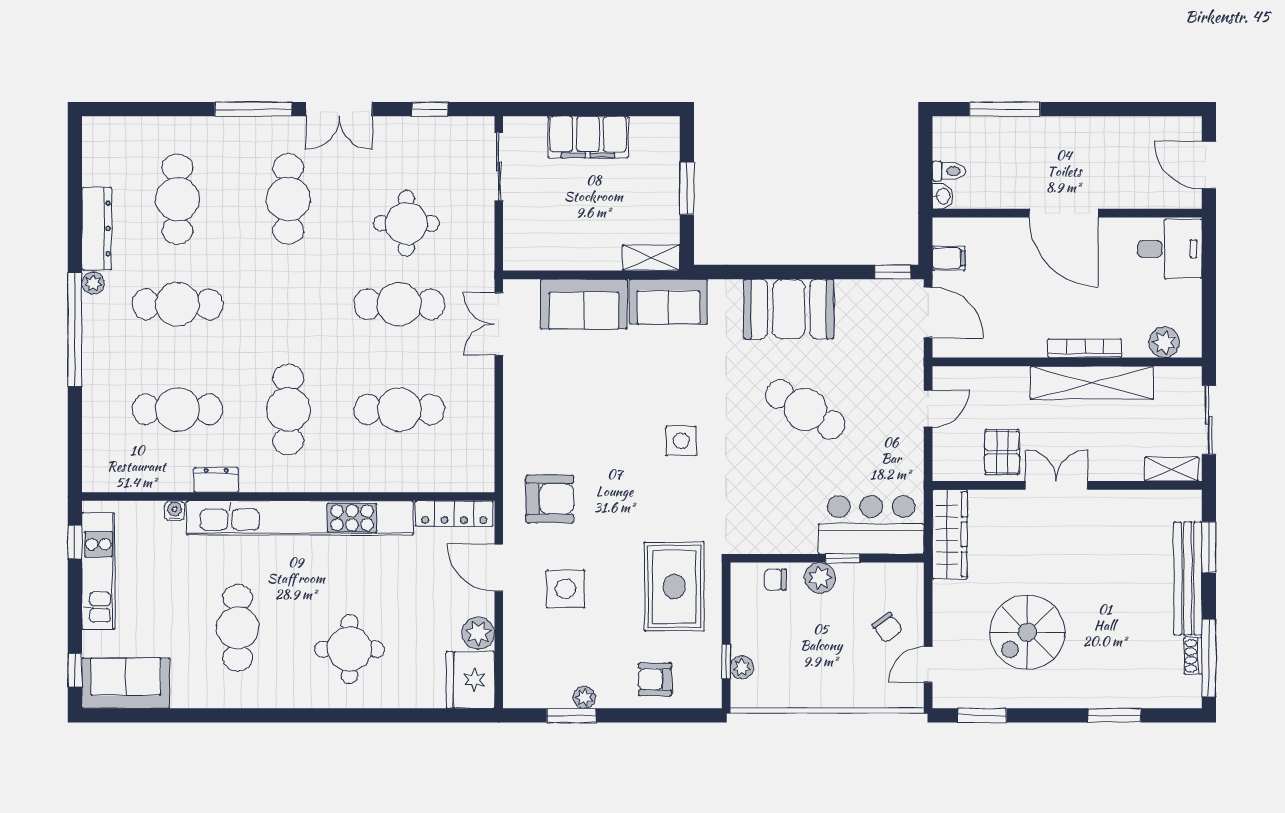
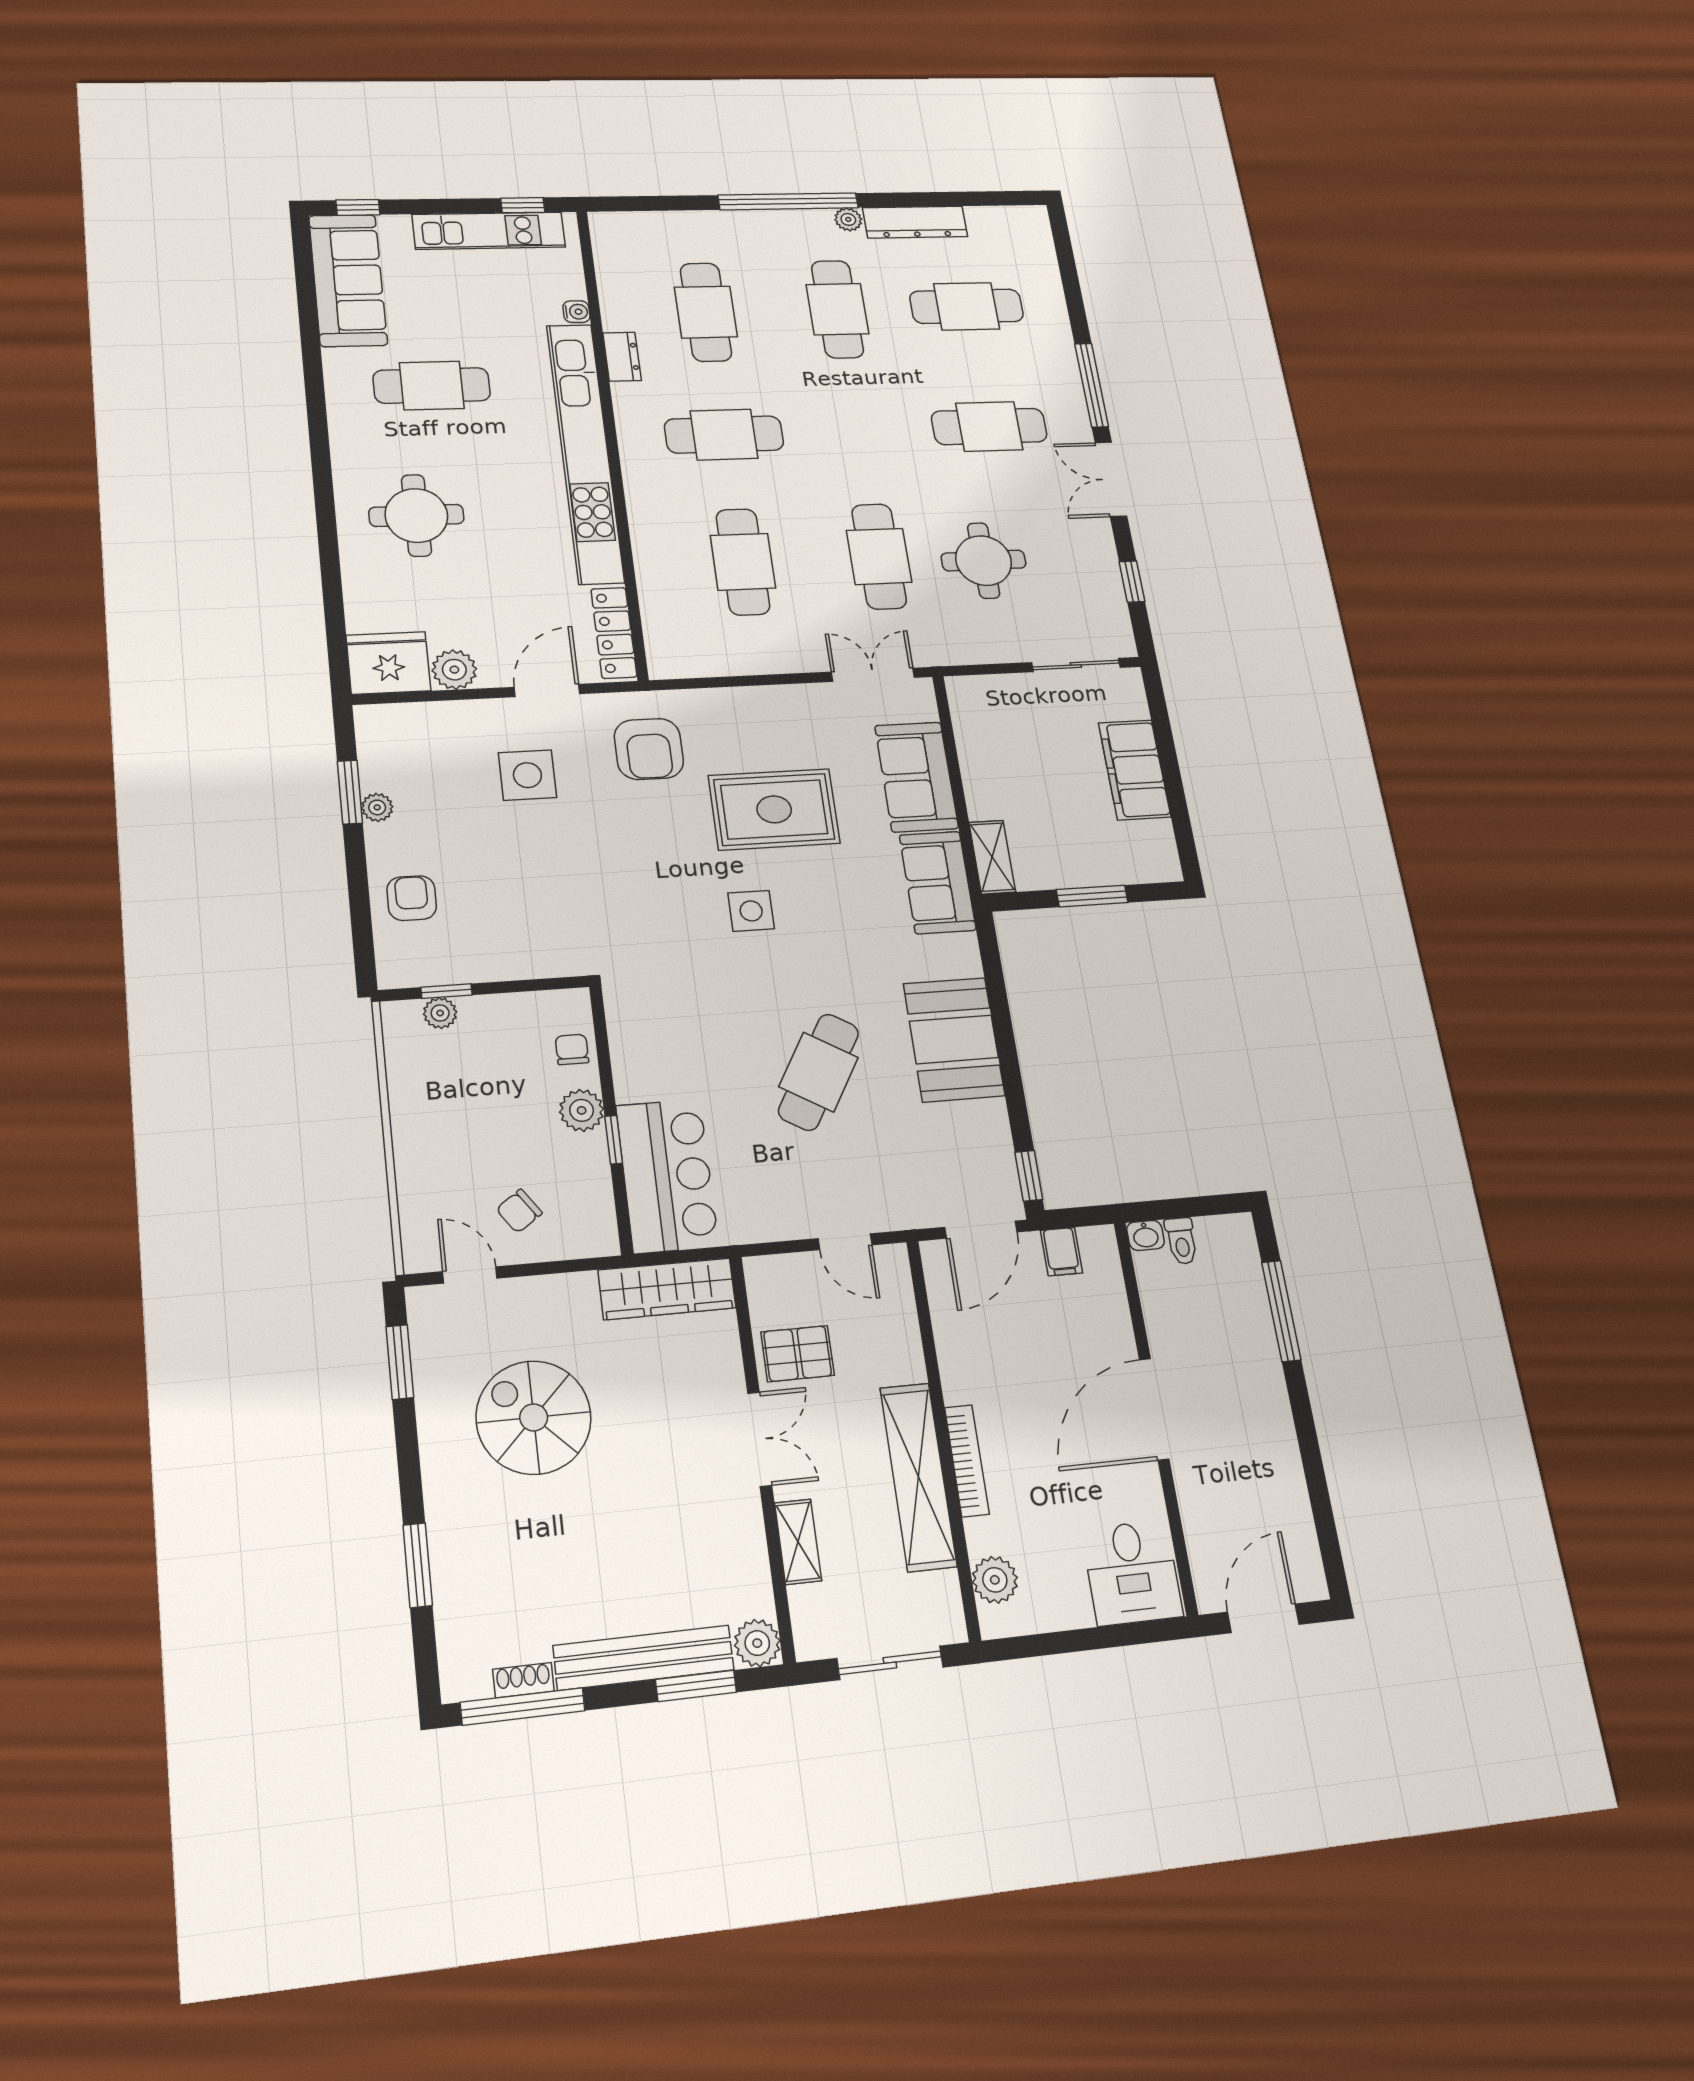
shelving: (1172, 469) -> (798, 1542), moved
plant: (1187, 505) -> (757, 1643), added
rug: (674, 587) -> (774, 809), moved
sofa: (126, 683) -> (348, 280), width x1.36

